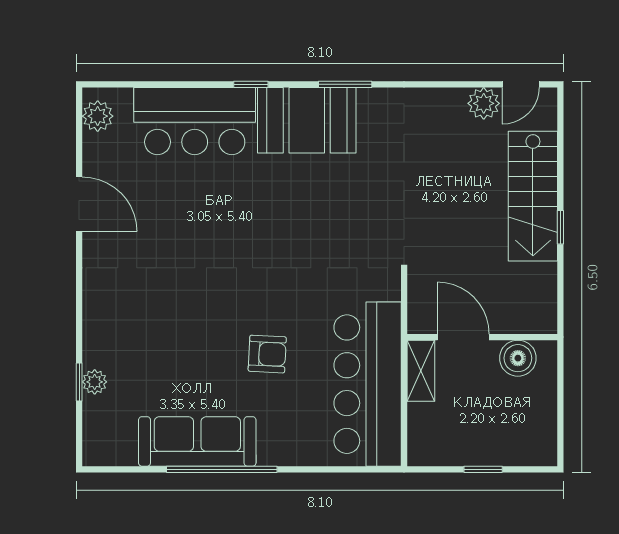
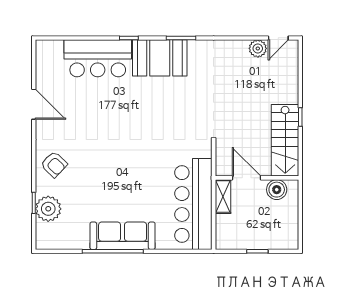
plant: (98, 116) -> (44, 56), removed
stairs: (533, 196) -> (285, 140), moved
armchair: (267, 354) -> (54, 164), moved, turned 41
plant: (95, 382) -> (48, 209), width x1.87, depth x1.87
sofa: (197, 441) -> (123, 236), moved

